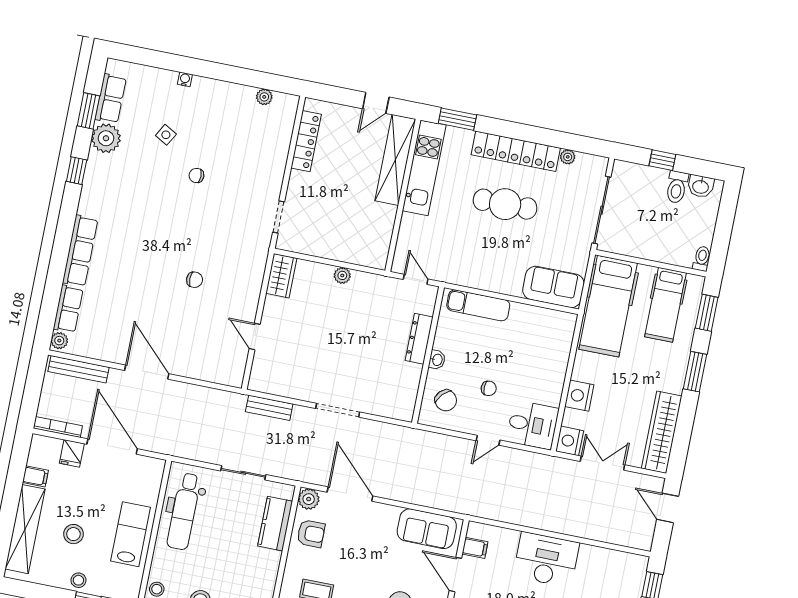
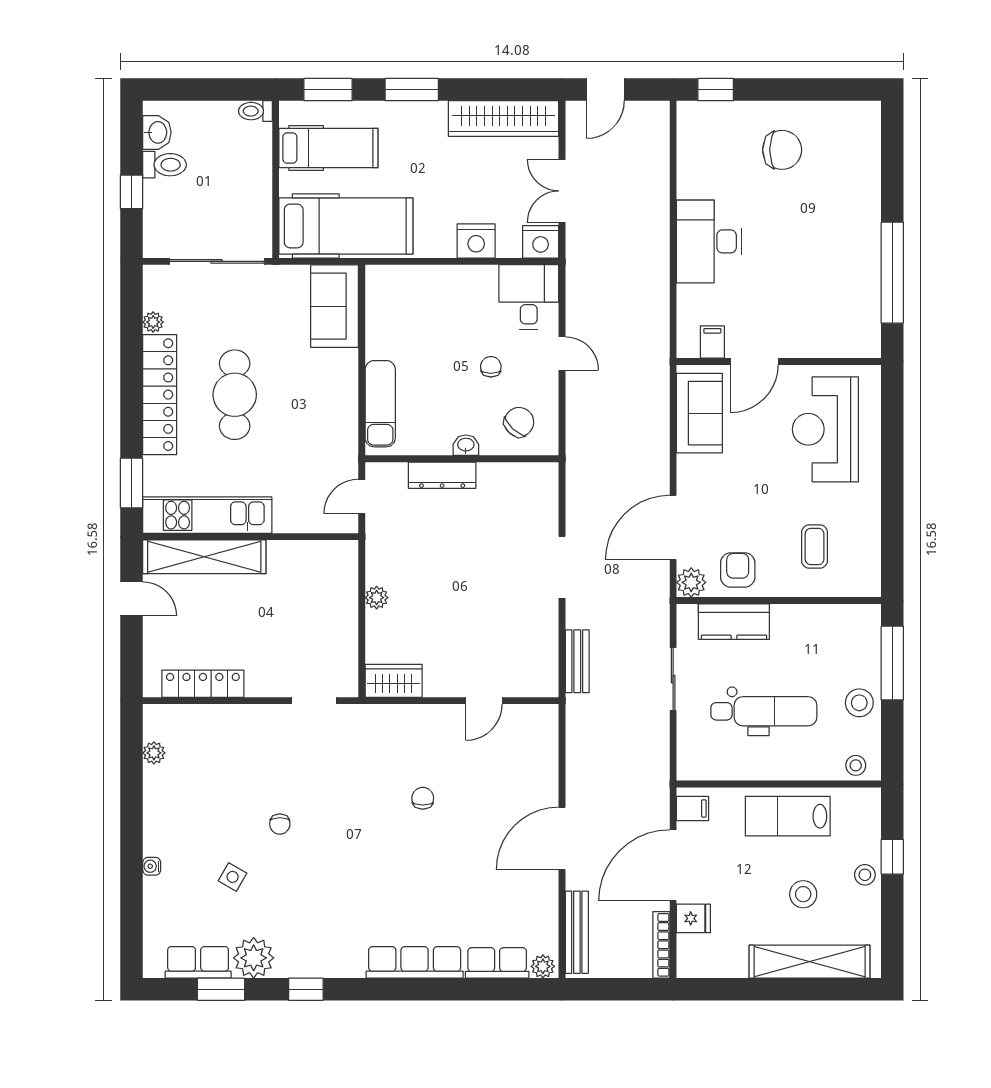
filing cabinet: (35, 476) -> (693, 808), moved, turned 90
dental chair: (184, 511) -> (764, 711), moved

